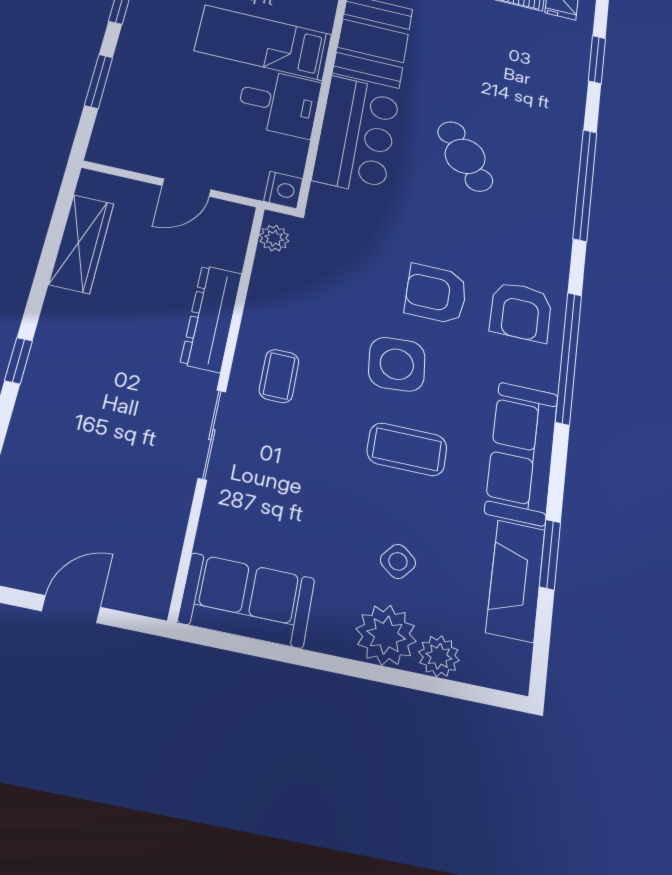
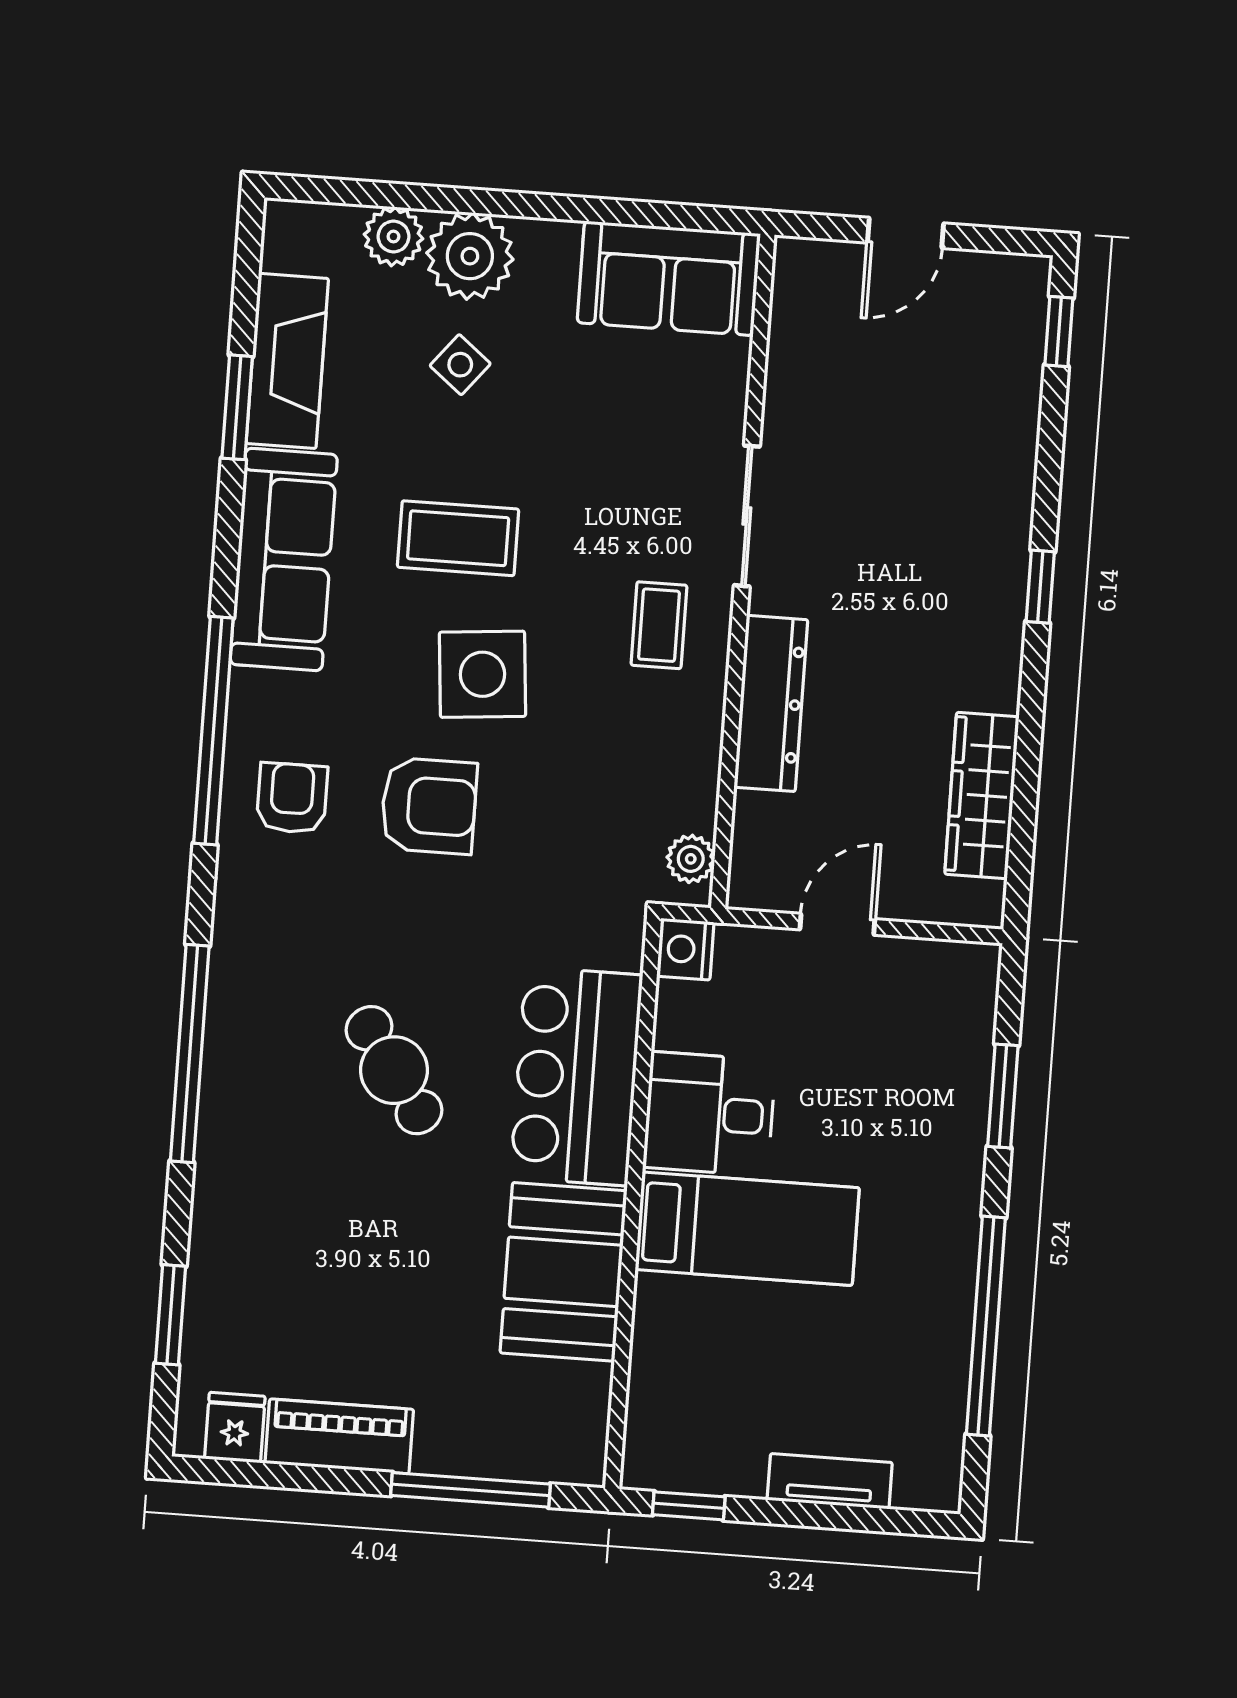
armchair: (521, 312) -> (292, 798), width x0.72, depth x0.72

